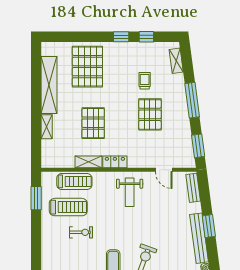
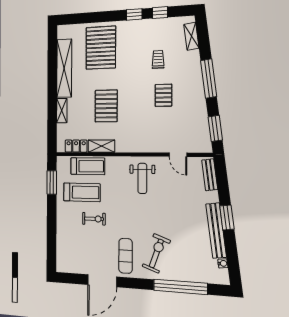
pallet: (150, 114) -> (163, 95), width x0.67, depth x0.71
locker: (115, 162) -> (76, 146), moved

